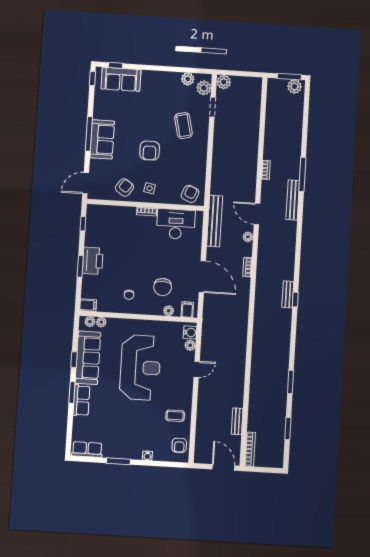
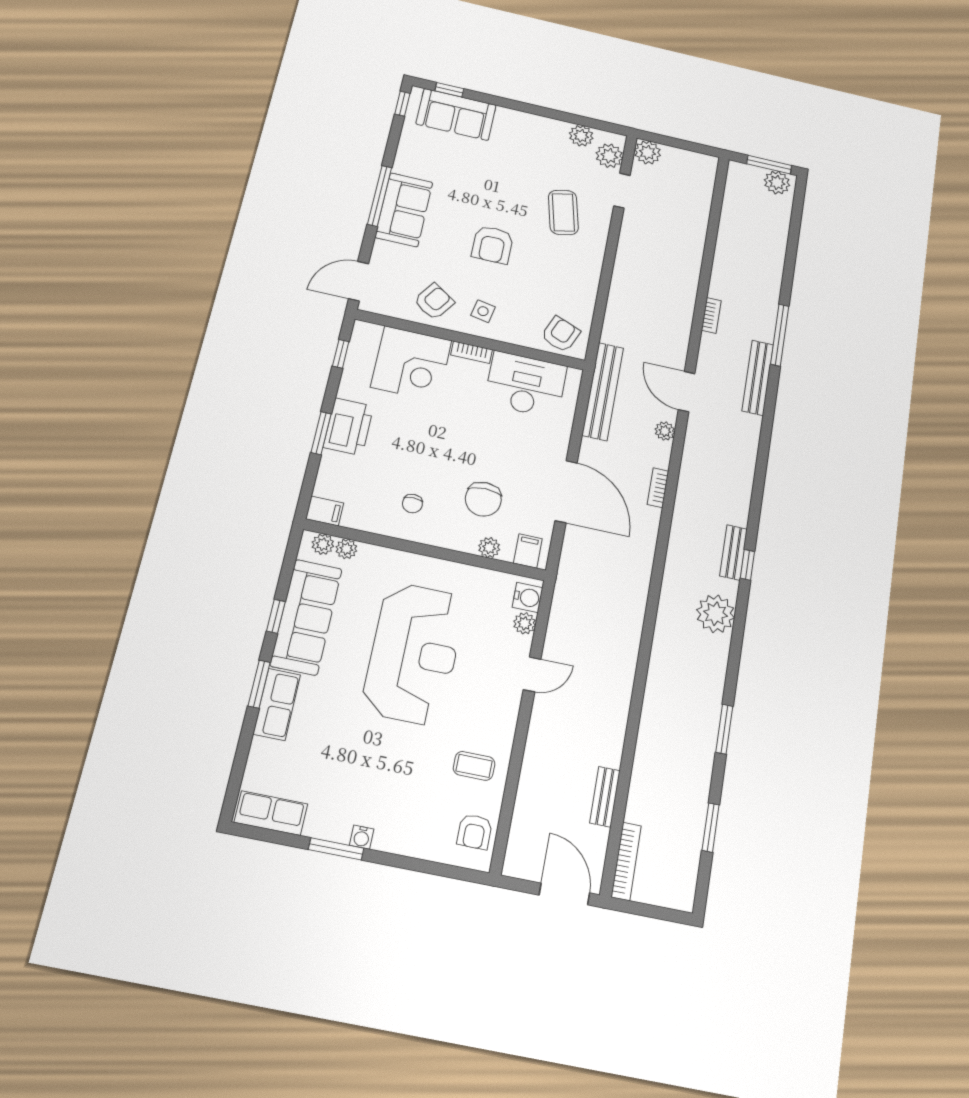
corner desk: (118, 223) -> (411, 364), added
plant: (282, 327) -> (716, 614), added
water cooler: (147, 456) -> (362, 837), moved

